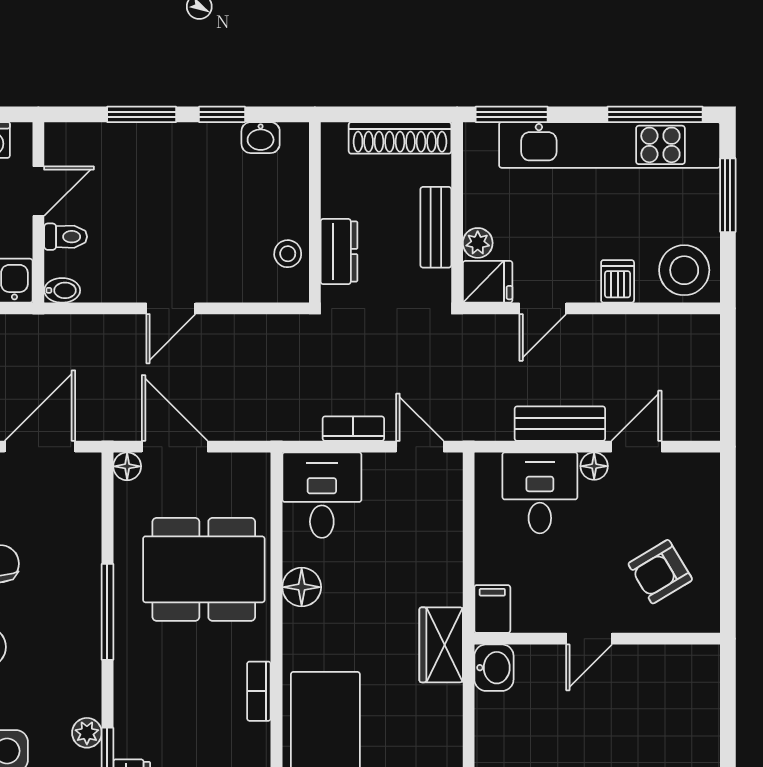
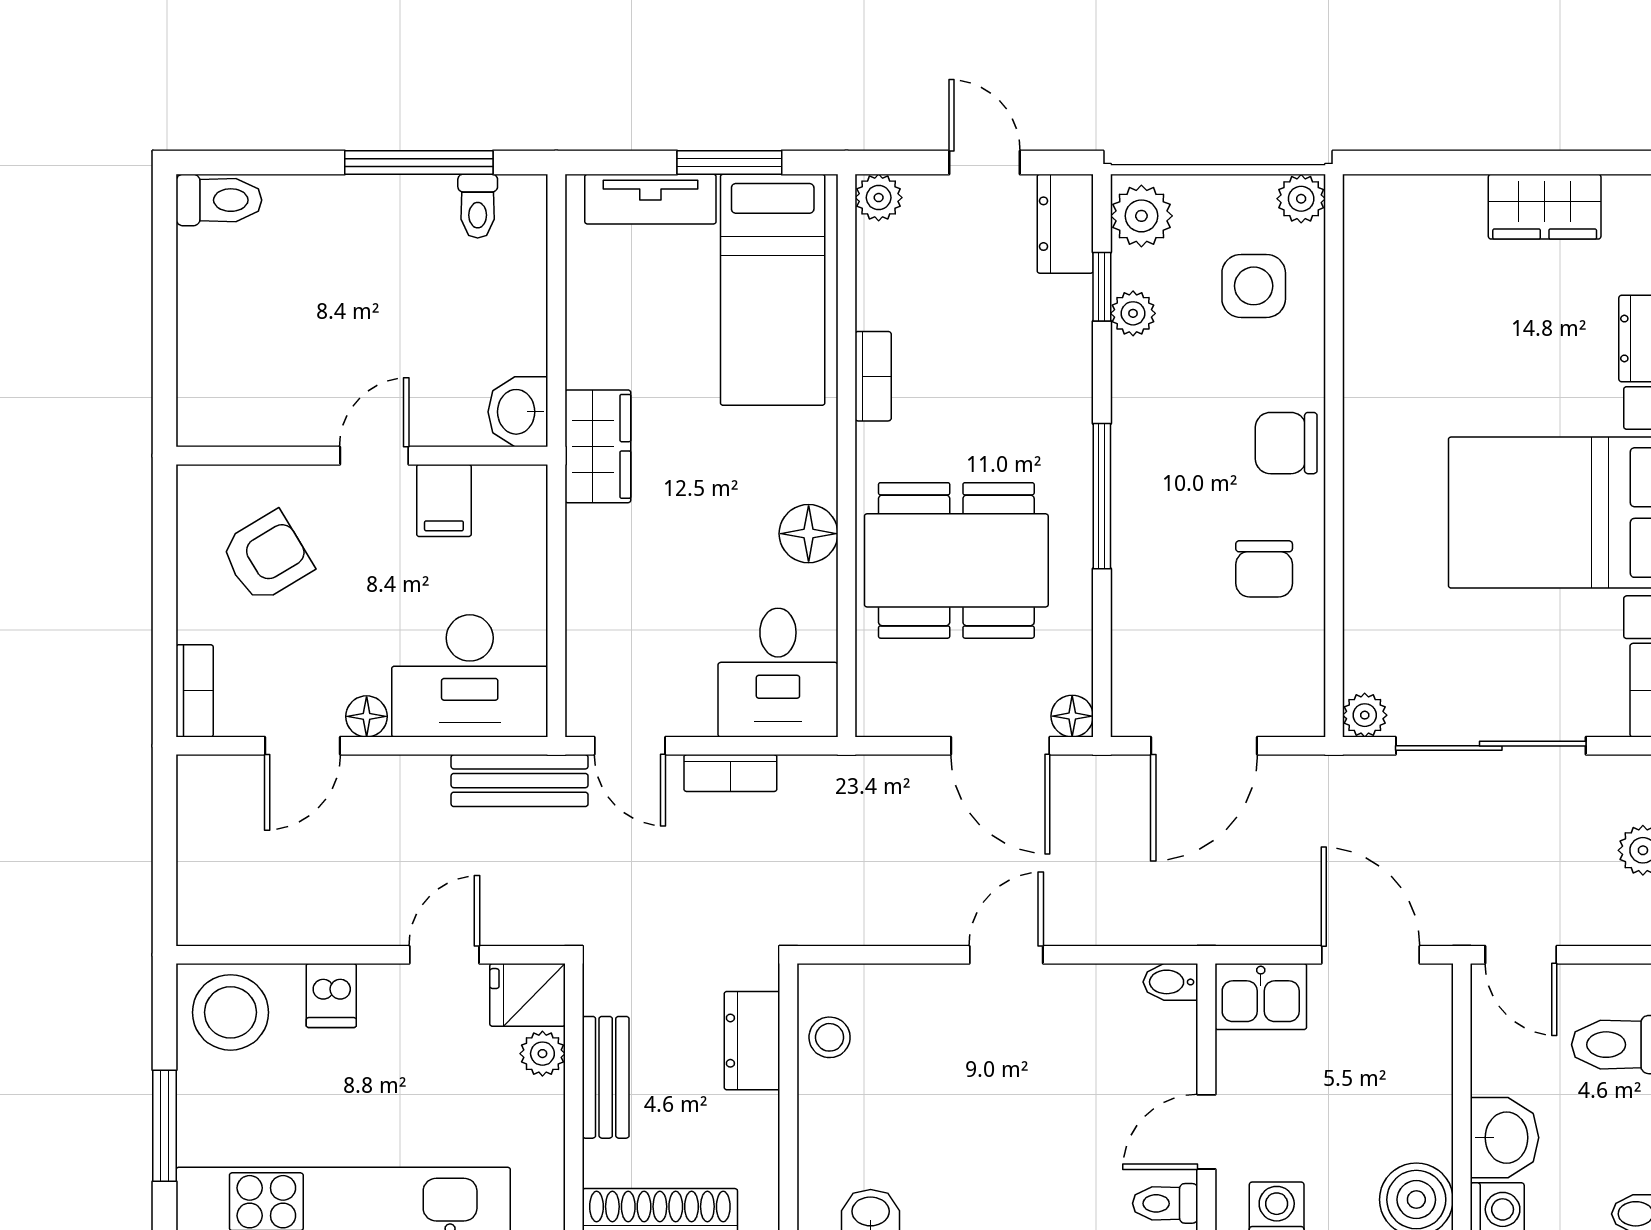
toilet: (66, 237) -> (1165, 1203), moved
bench: (560, 424) -> (520, 781), moved
bookcase: (708, 483) -> (195, 691), added
desk: (540, 493) -> (470, 676), width x1.37
filing cabinet: (492, 609) -> (444, 500), moved

